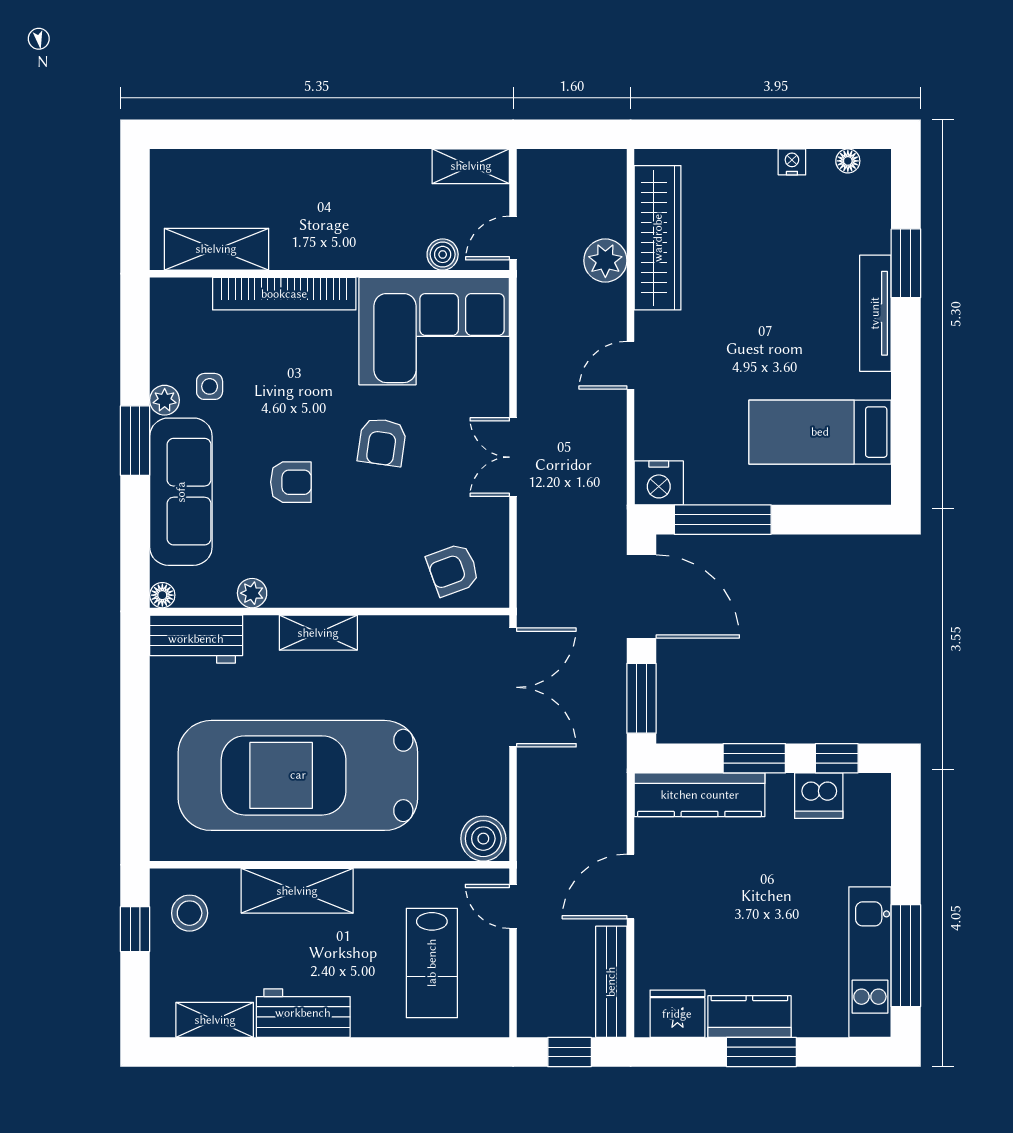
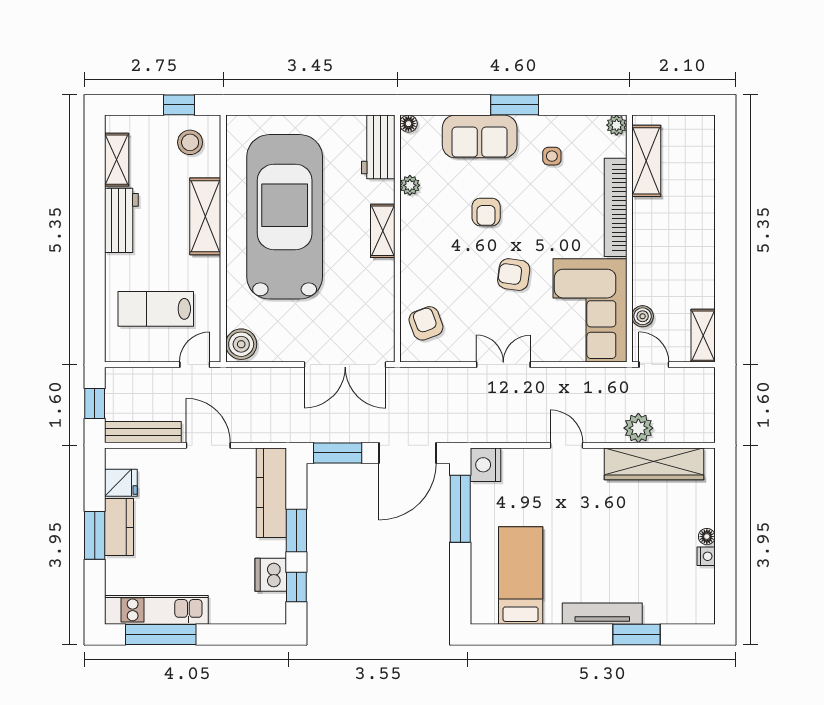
floor lamp: (848, 161) -> (707, 537), moved
plant: (165, 400) -> (617, 125), moved
sofa: (181, 492) -> (480, 136), width x0.73
fridge: (677, 1014) -> (121, 483), width x0.72

